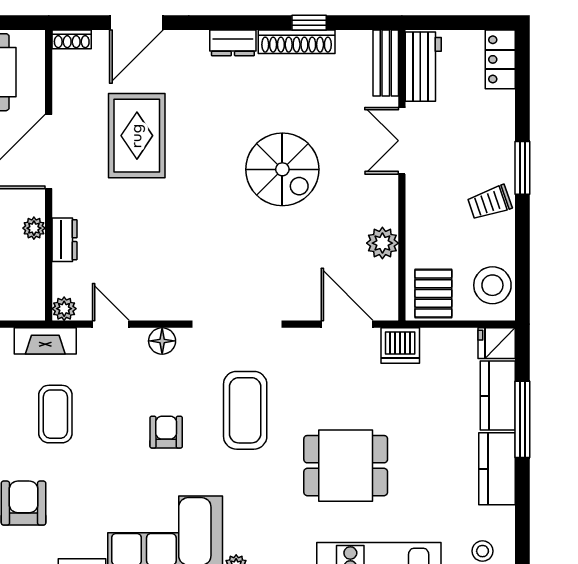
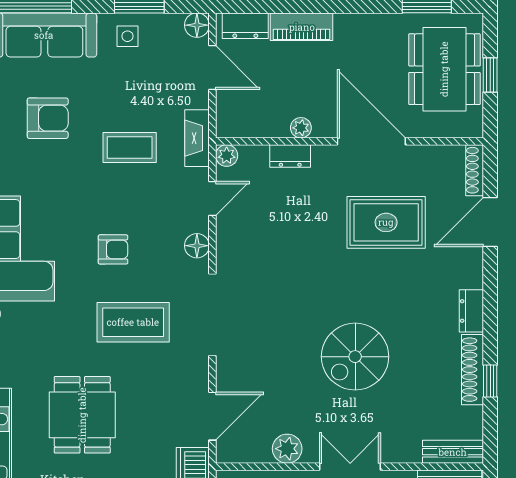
door: (136, 23) -> (490, 222), hinge flipped
shoe rack: (72, 39) -> (475, 170), width x1.43
double door: (402, 141) -> (350, 467), moved

